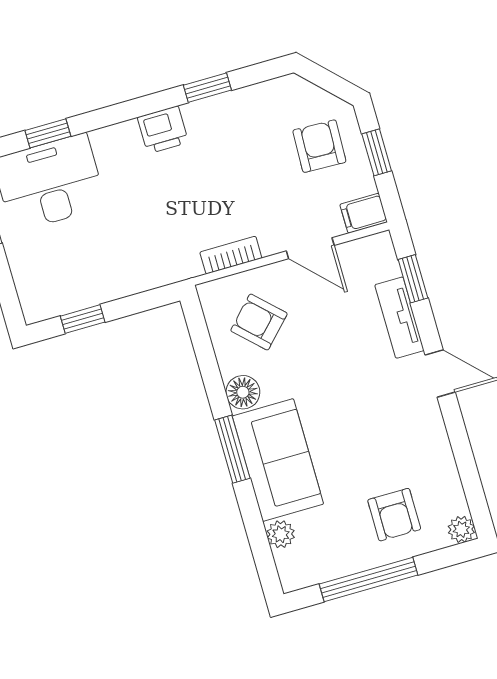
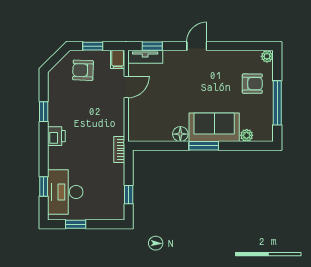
bookcase: (231, 255) -> (119, 149), moved
tv unit: (399, 318) -> (145, 57), moved
armchair: (259, 322) -> (152, 118), removed

